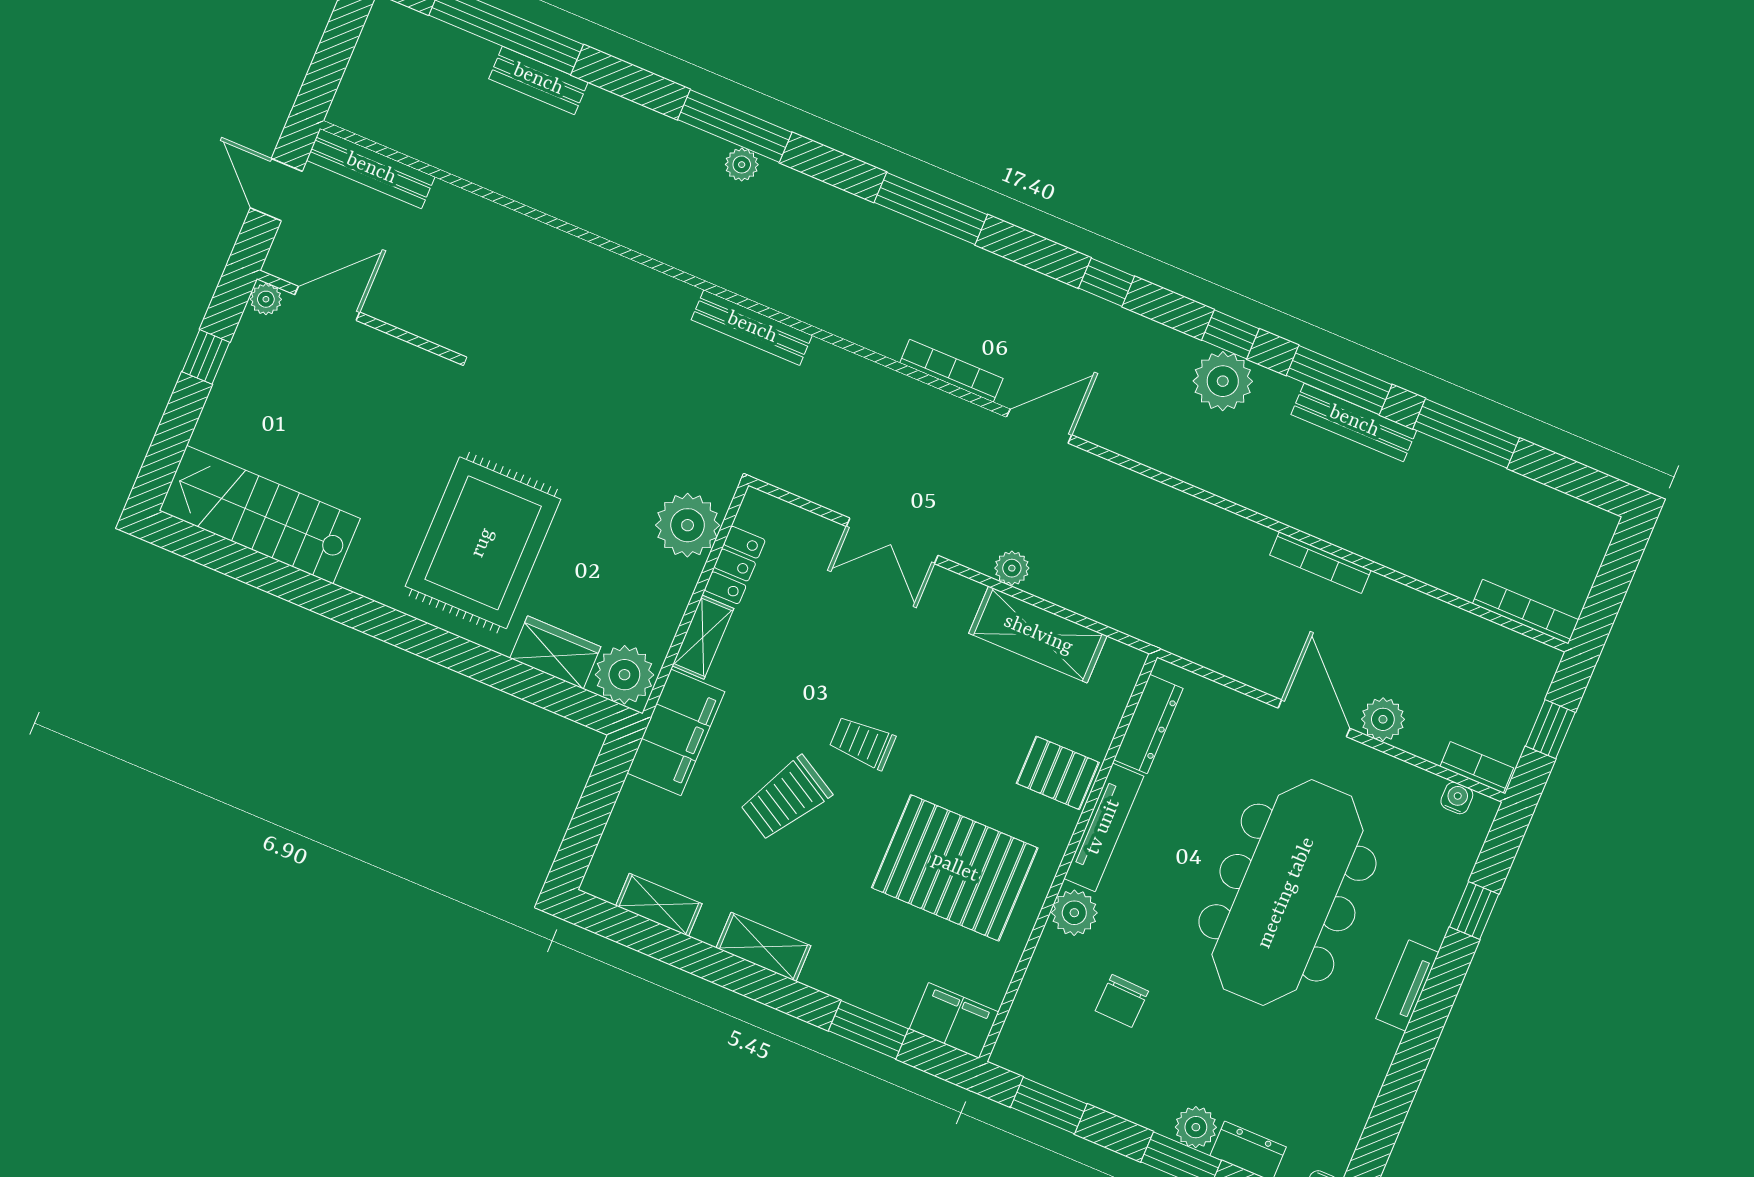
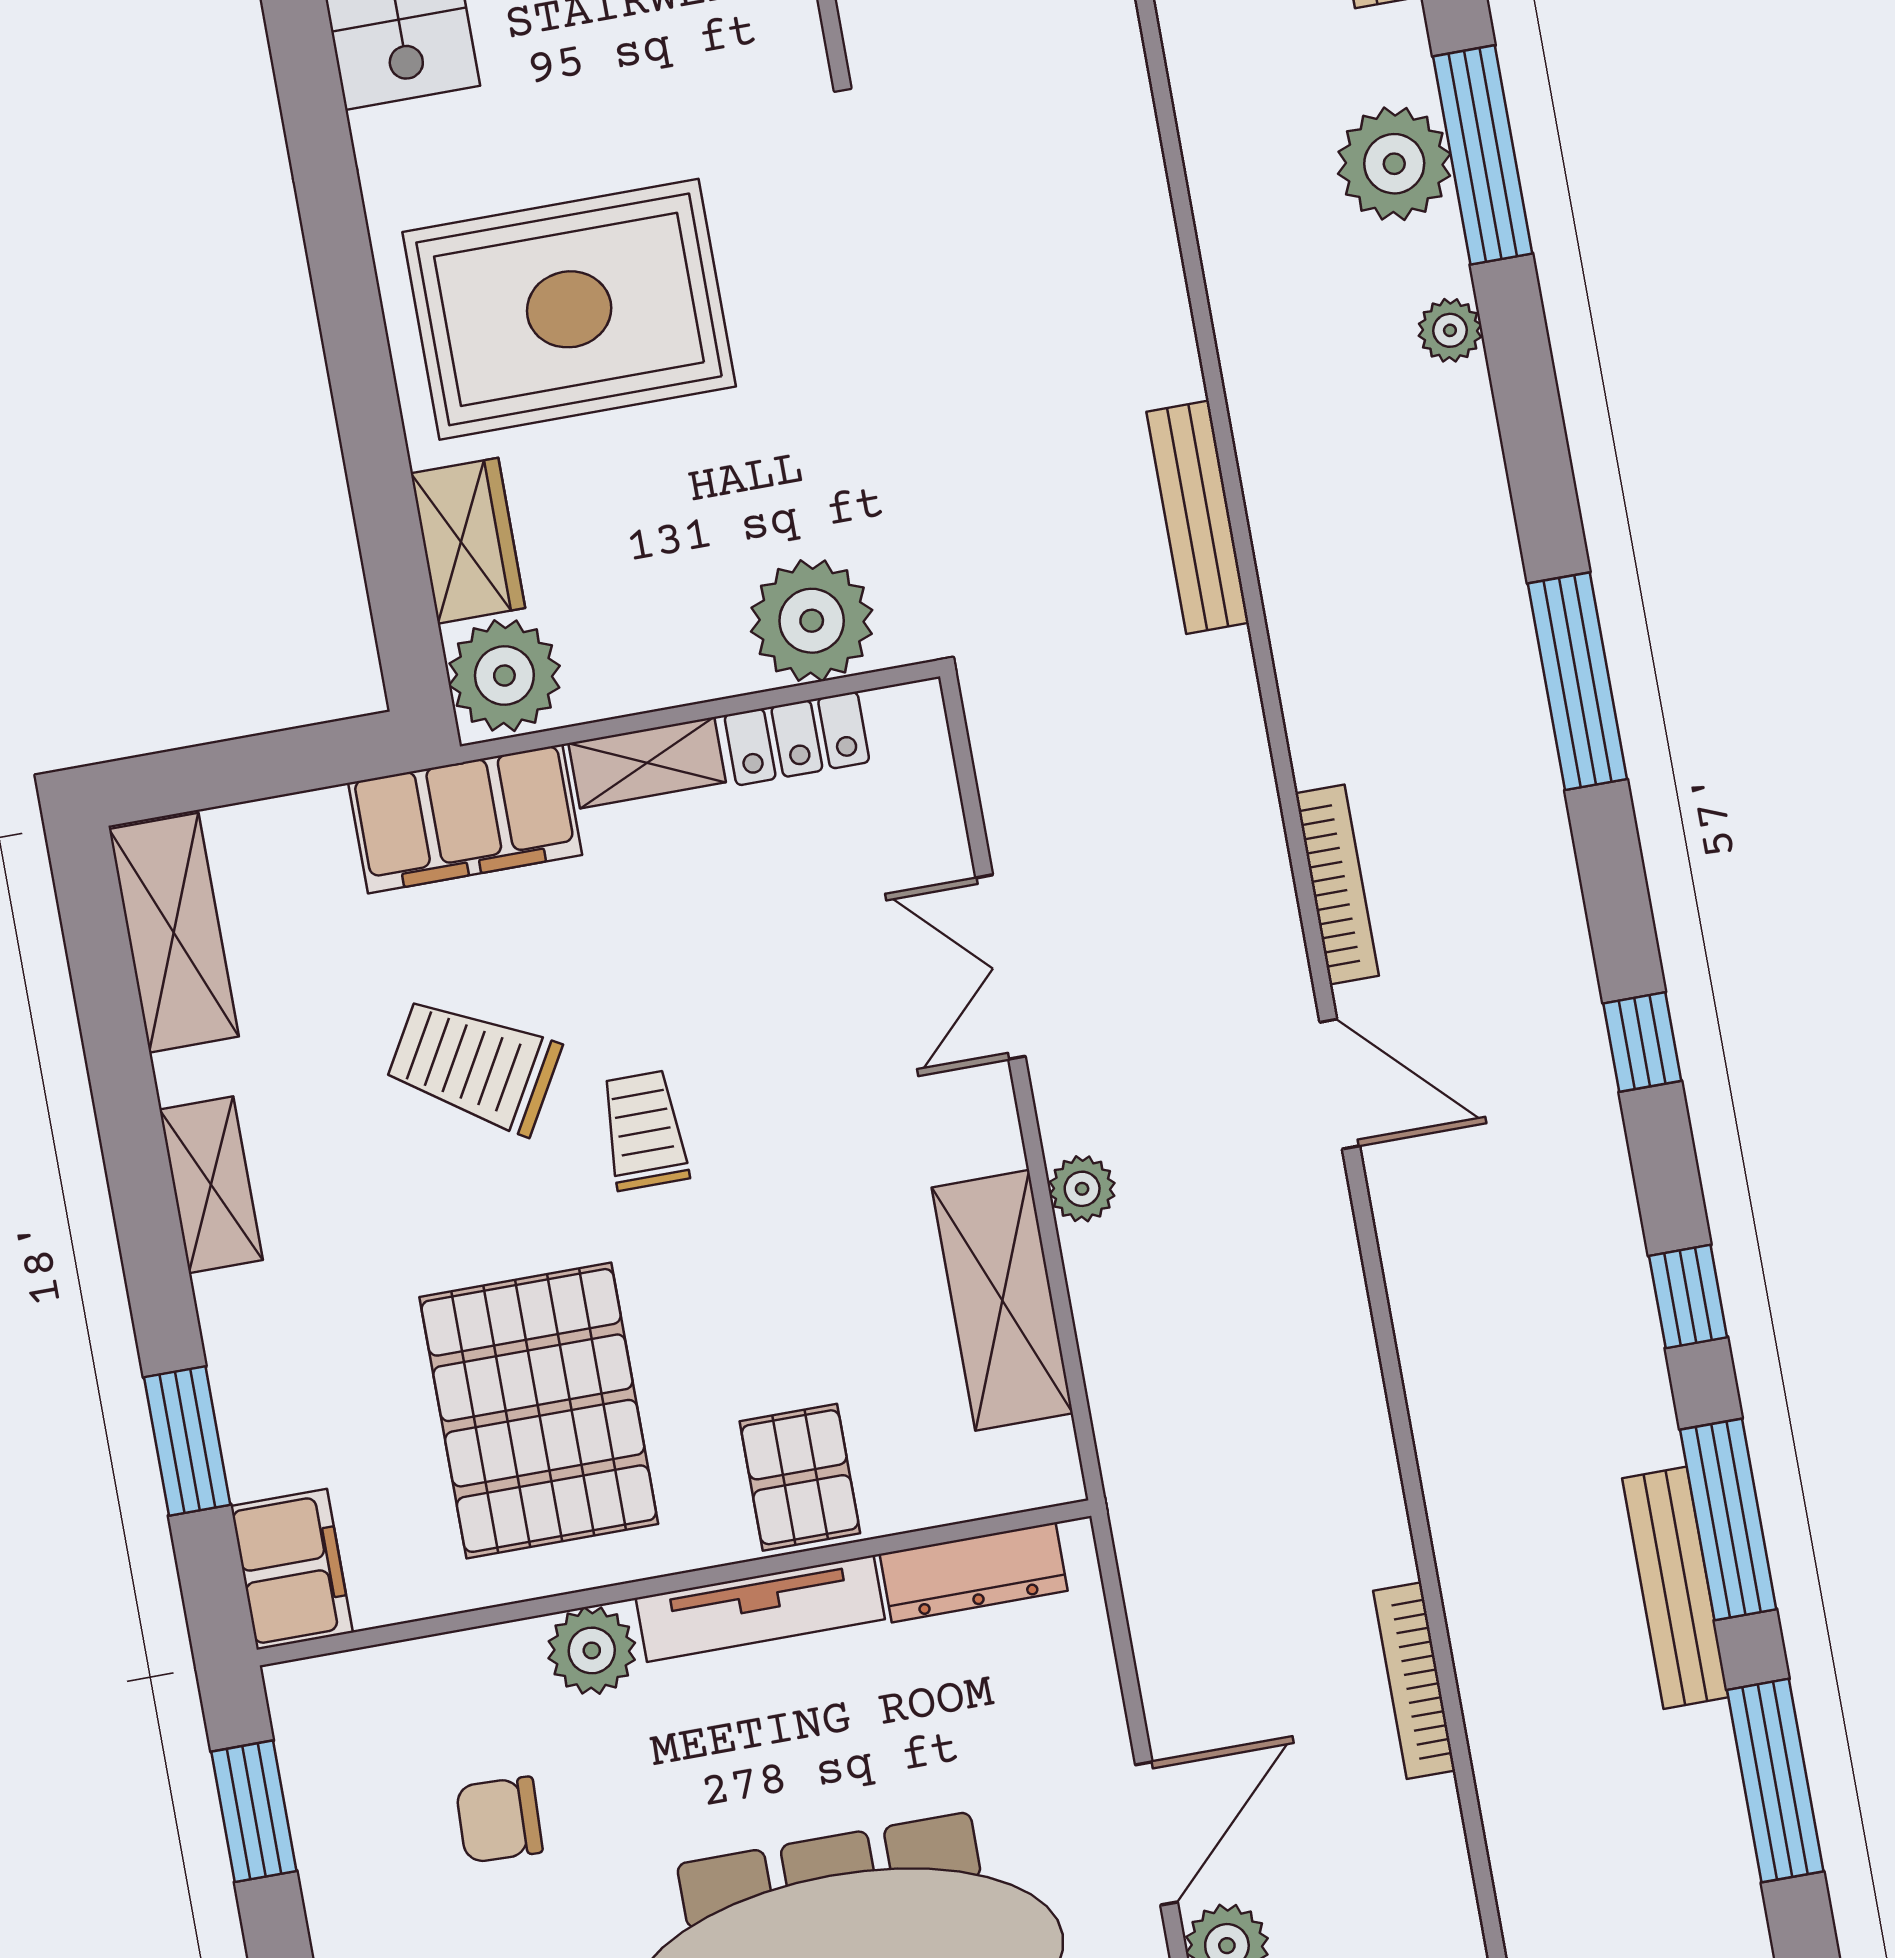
window: (735, 126) -> (1483, 155), moved
plant: (1223, 381) -> (1394, 164), moved
shelving: (659, 905) -> (174, 933), width x1.50, depth x1.33

